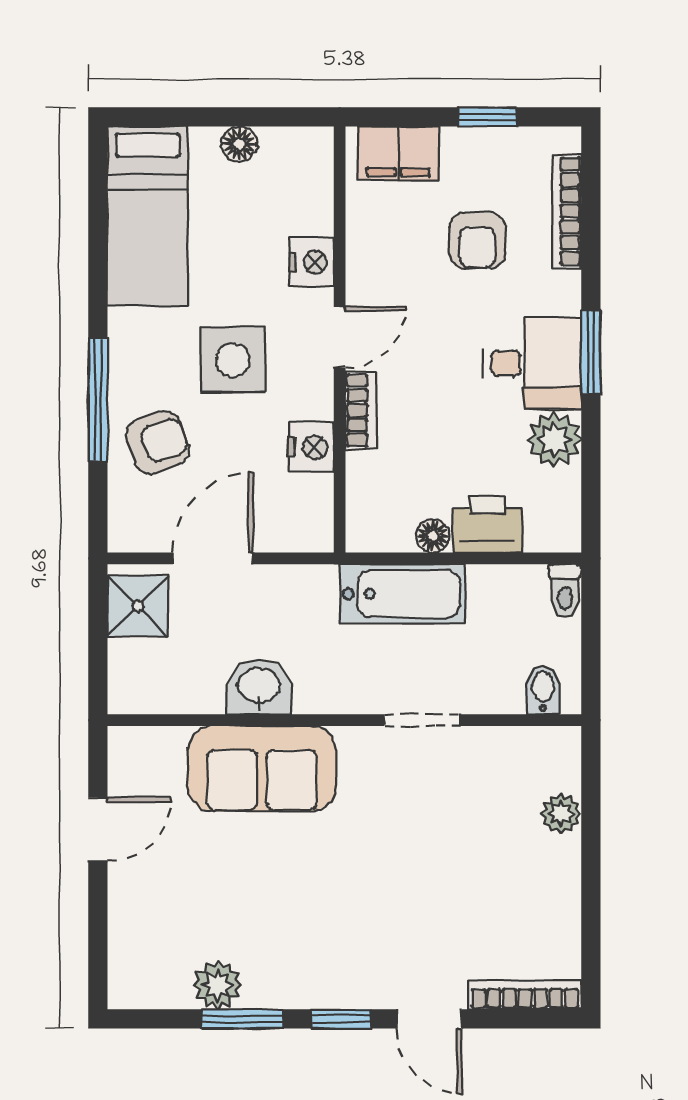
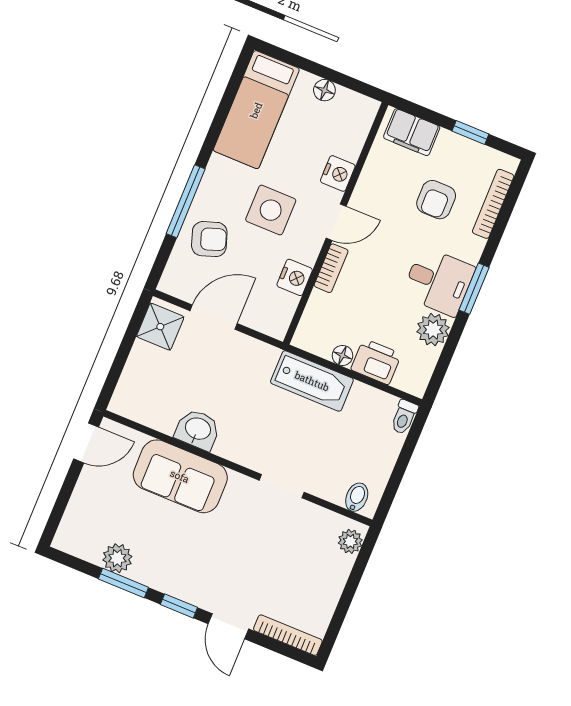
washbasin: (259, 687) -> (198, 430), moved
bidet: (543, 690) -> (357, 497), moved
wall: (344, 720) -> (238, 468), moved
doorway: (422, 720) -> (282, 486), moved
sofa: (262, 769) -> (180, 476), moved

